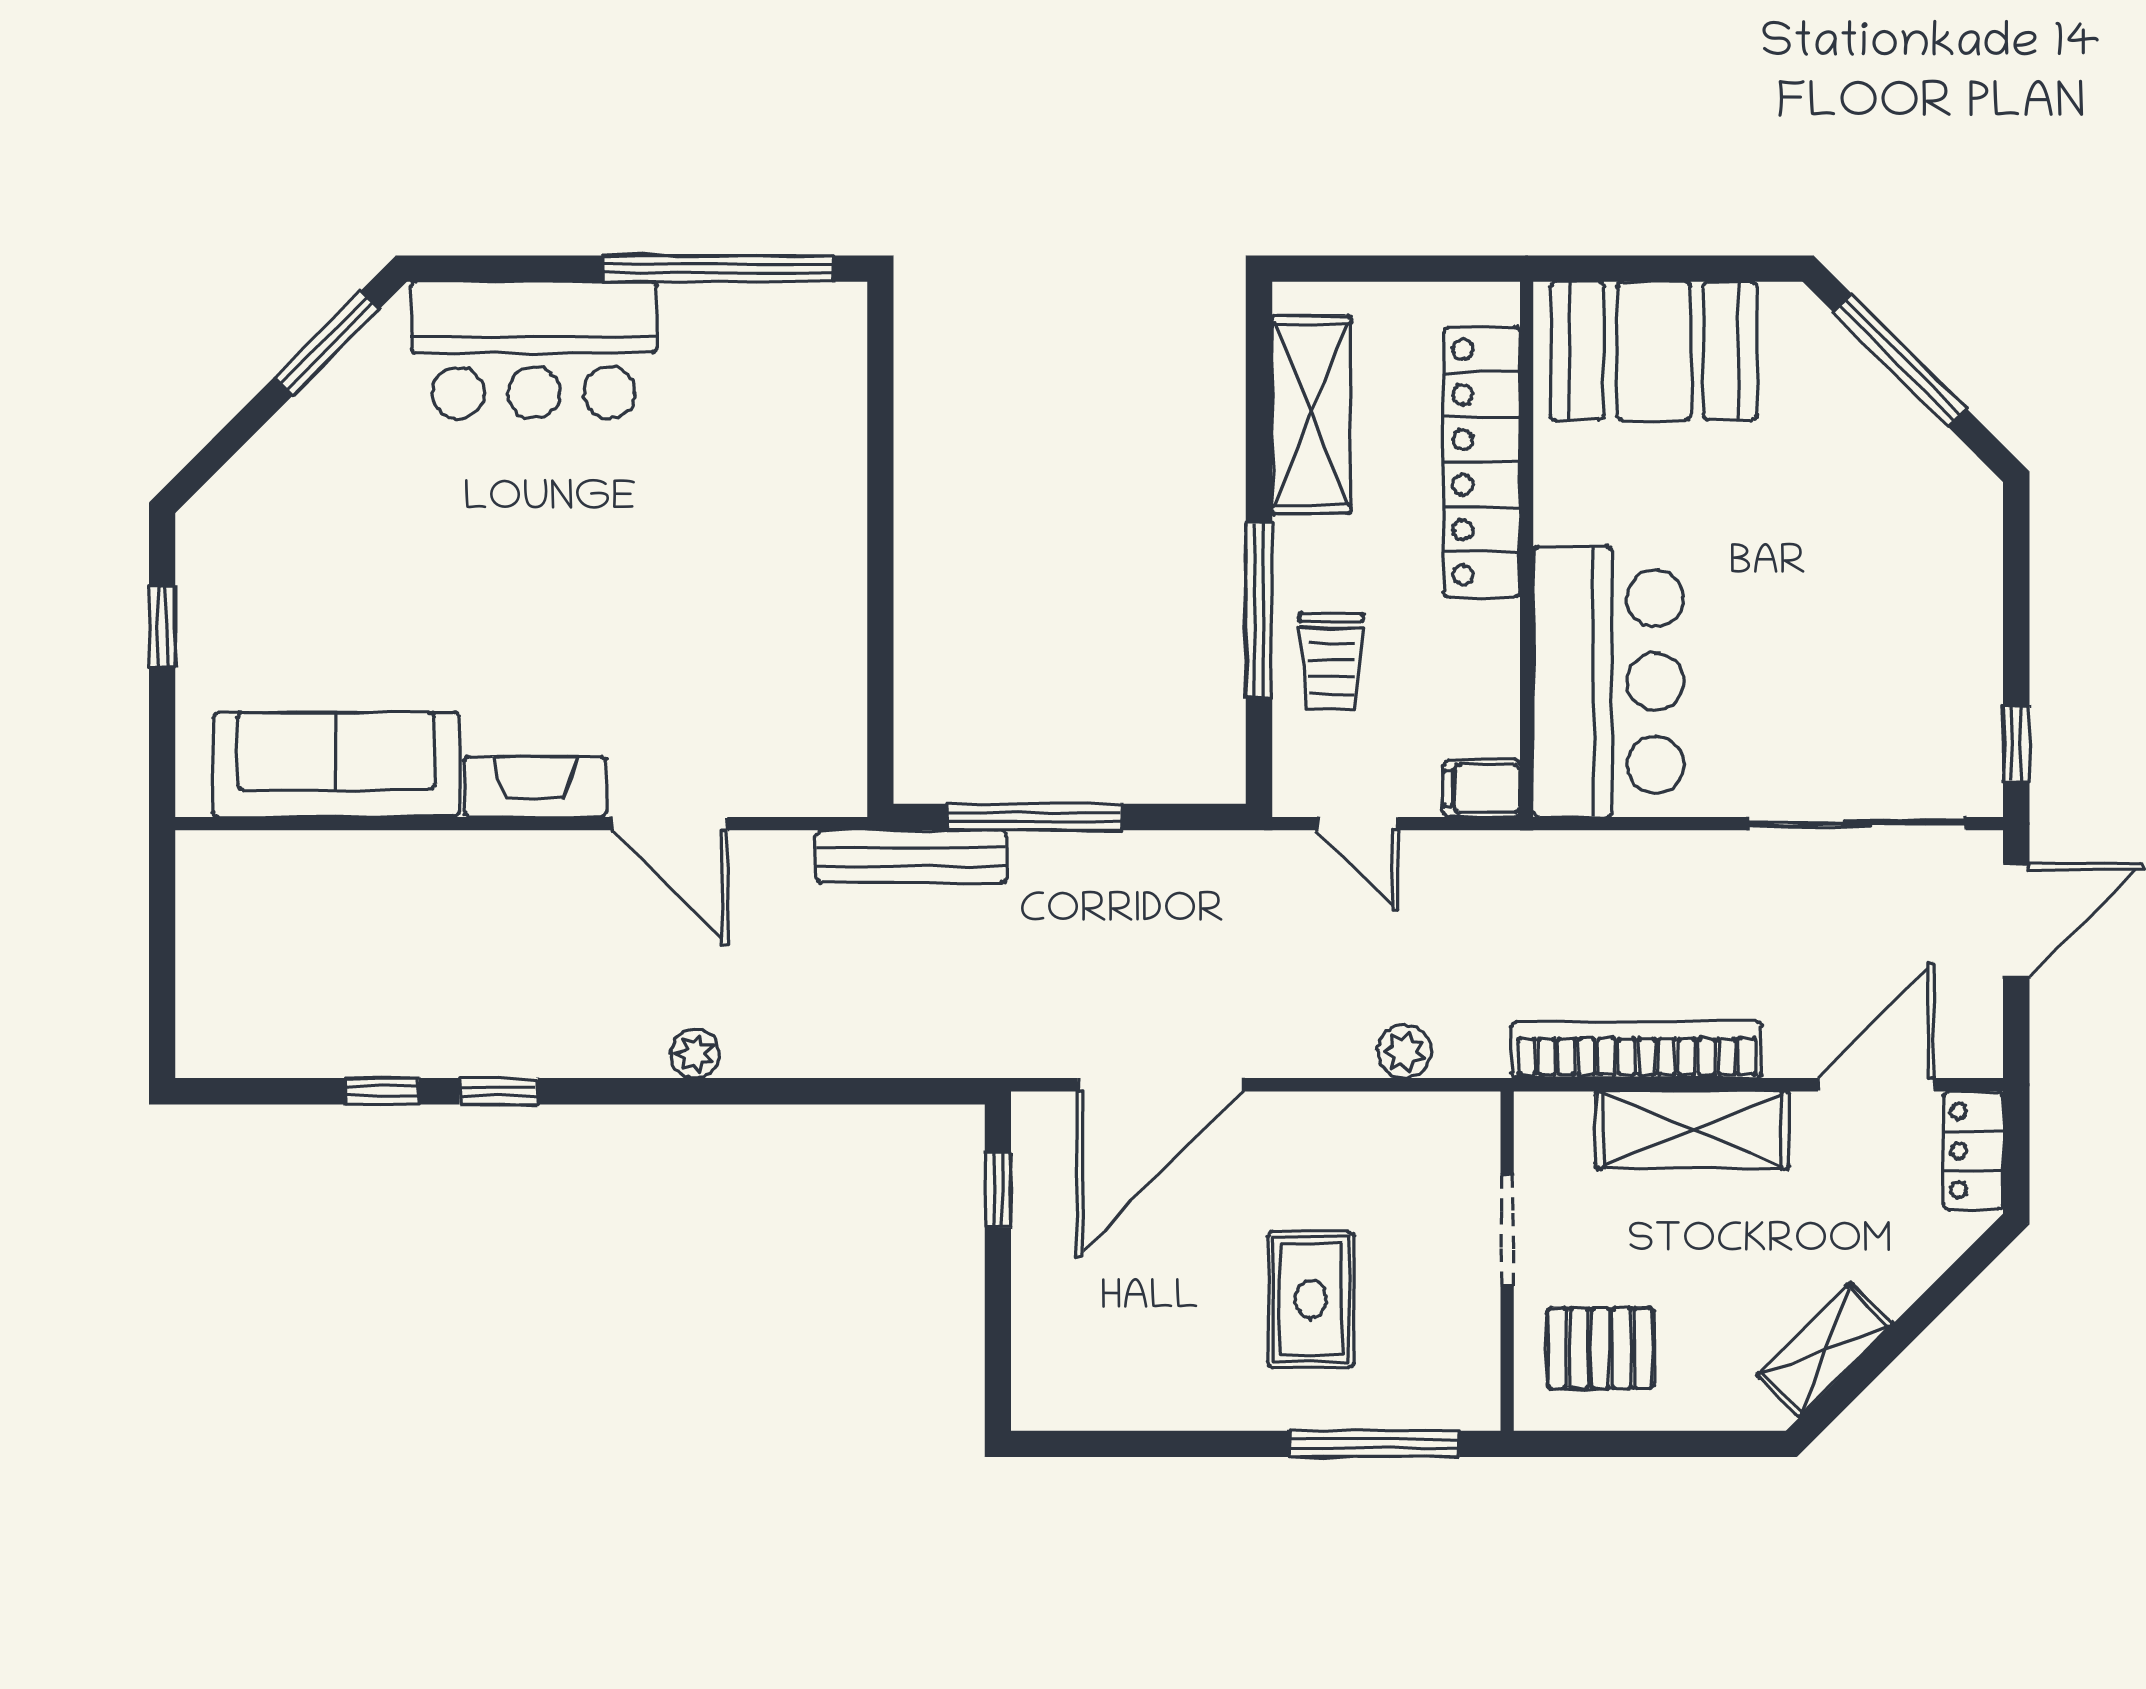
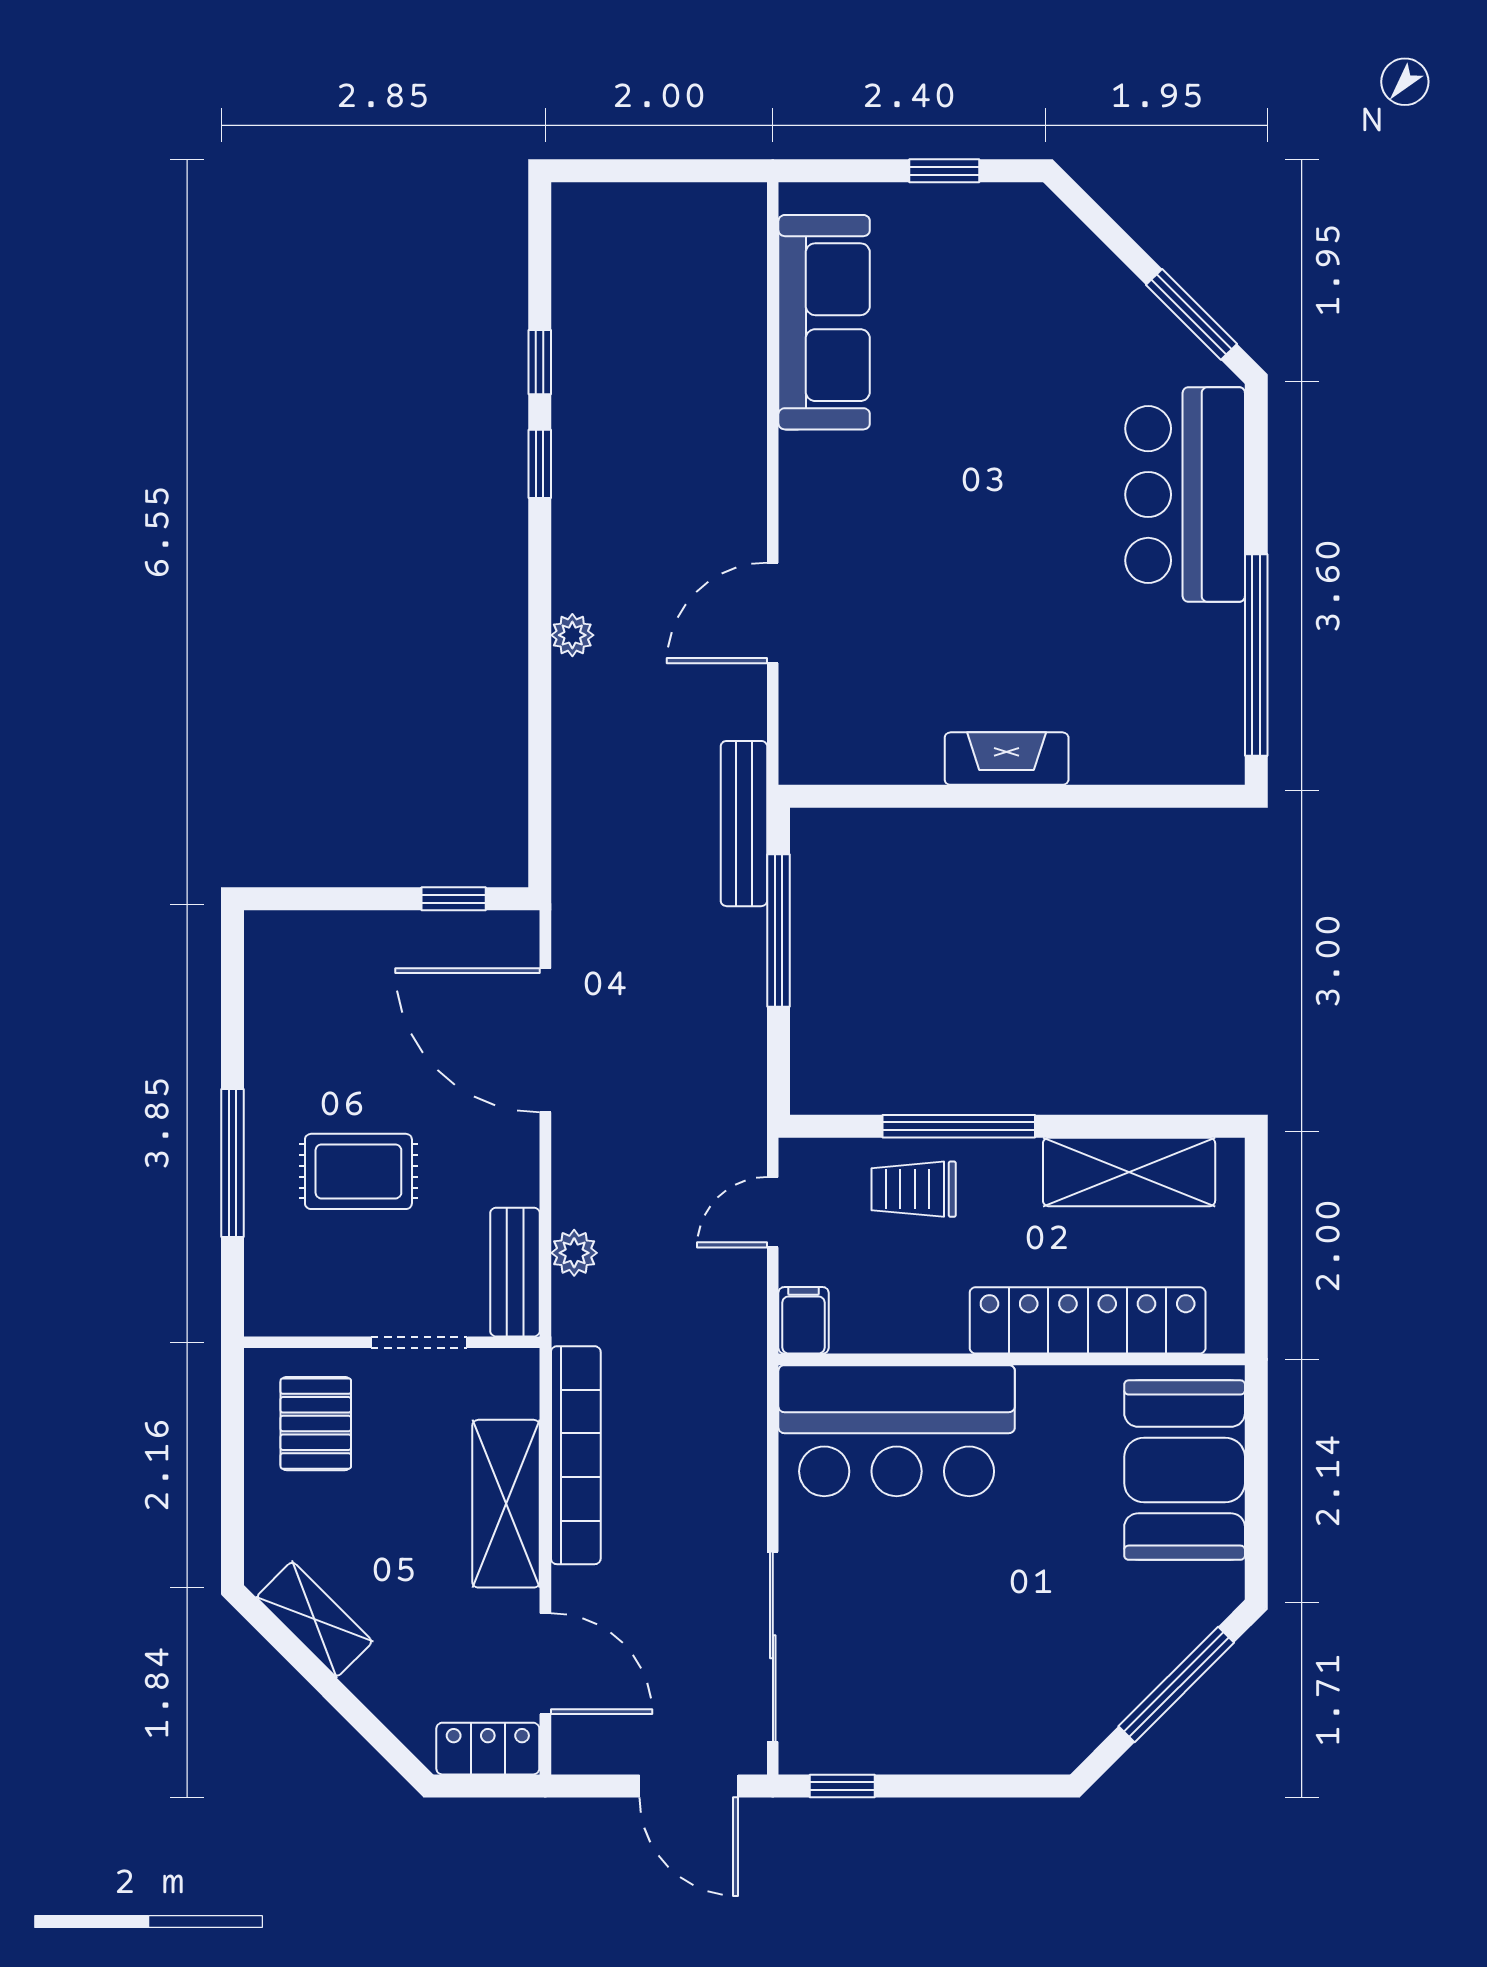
fireplace: (535, 787) -> (1007, 759), moved, turned -90
bench: (1426, 1120) -> (515, 1272), added
window: (1374, 1444) -> (233, 1163), moved

